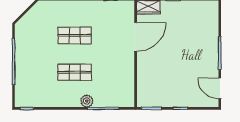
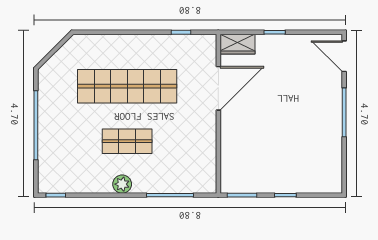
shop shelf: (75, 35) -> (127, 86), width x2.00, depth x1.36
door: (220, 88) -> (344, 56), moved
plant: (87, 101) -> (122, 184), moved

